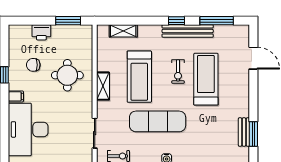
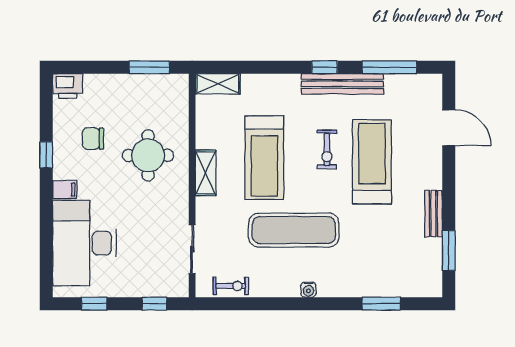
shelving: (123, 31) -> (218, 84), moved
printer: (41, 32) -> (68, 86), moved
bench: (244, 132) -> (434, 214), moved

